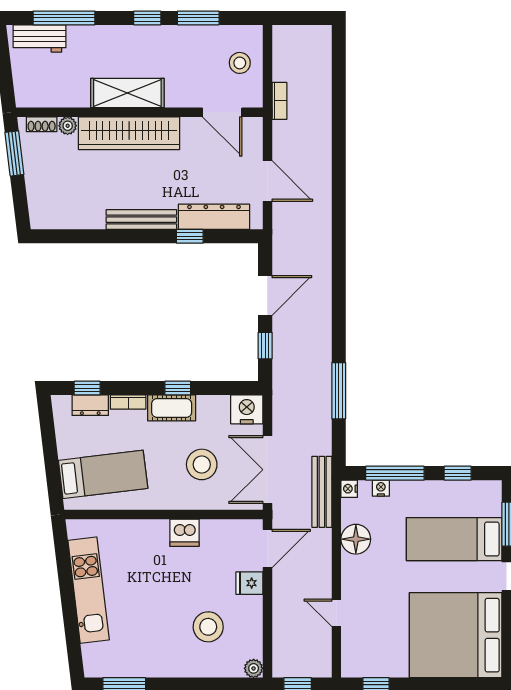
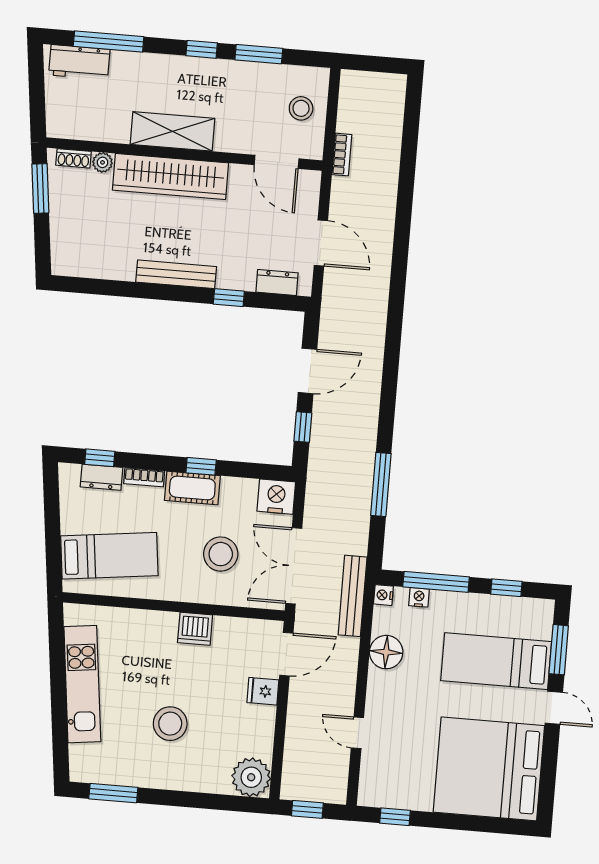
dresser: (214, 217) -> (277, 282), width x0.51, depth x0.80
stool: (208, 627) -> (170, 724), moved
plant: (254, 668) -> (251, 777), width x1.88, depth x1.88

